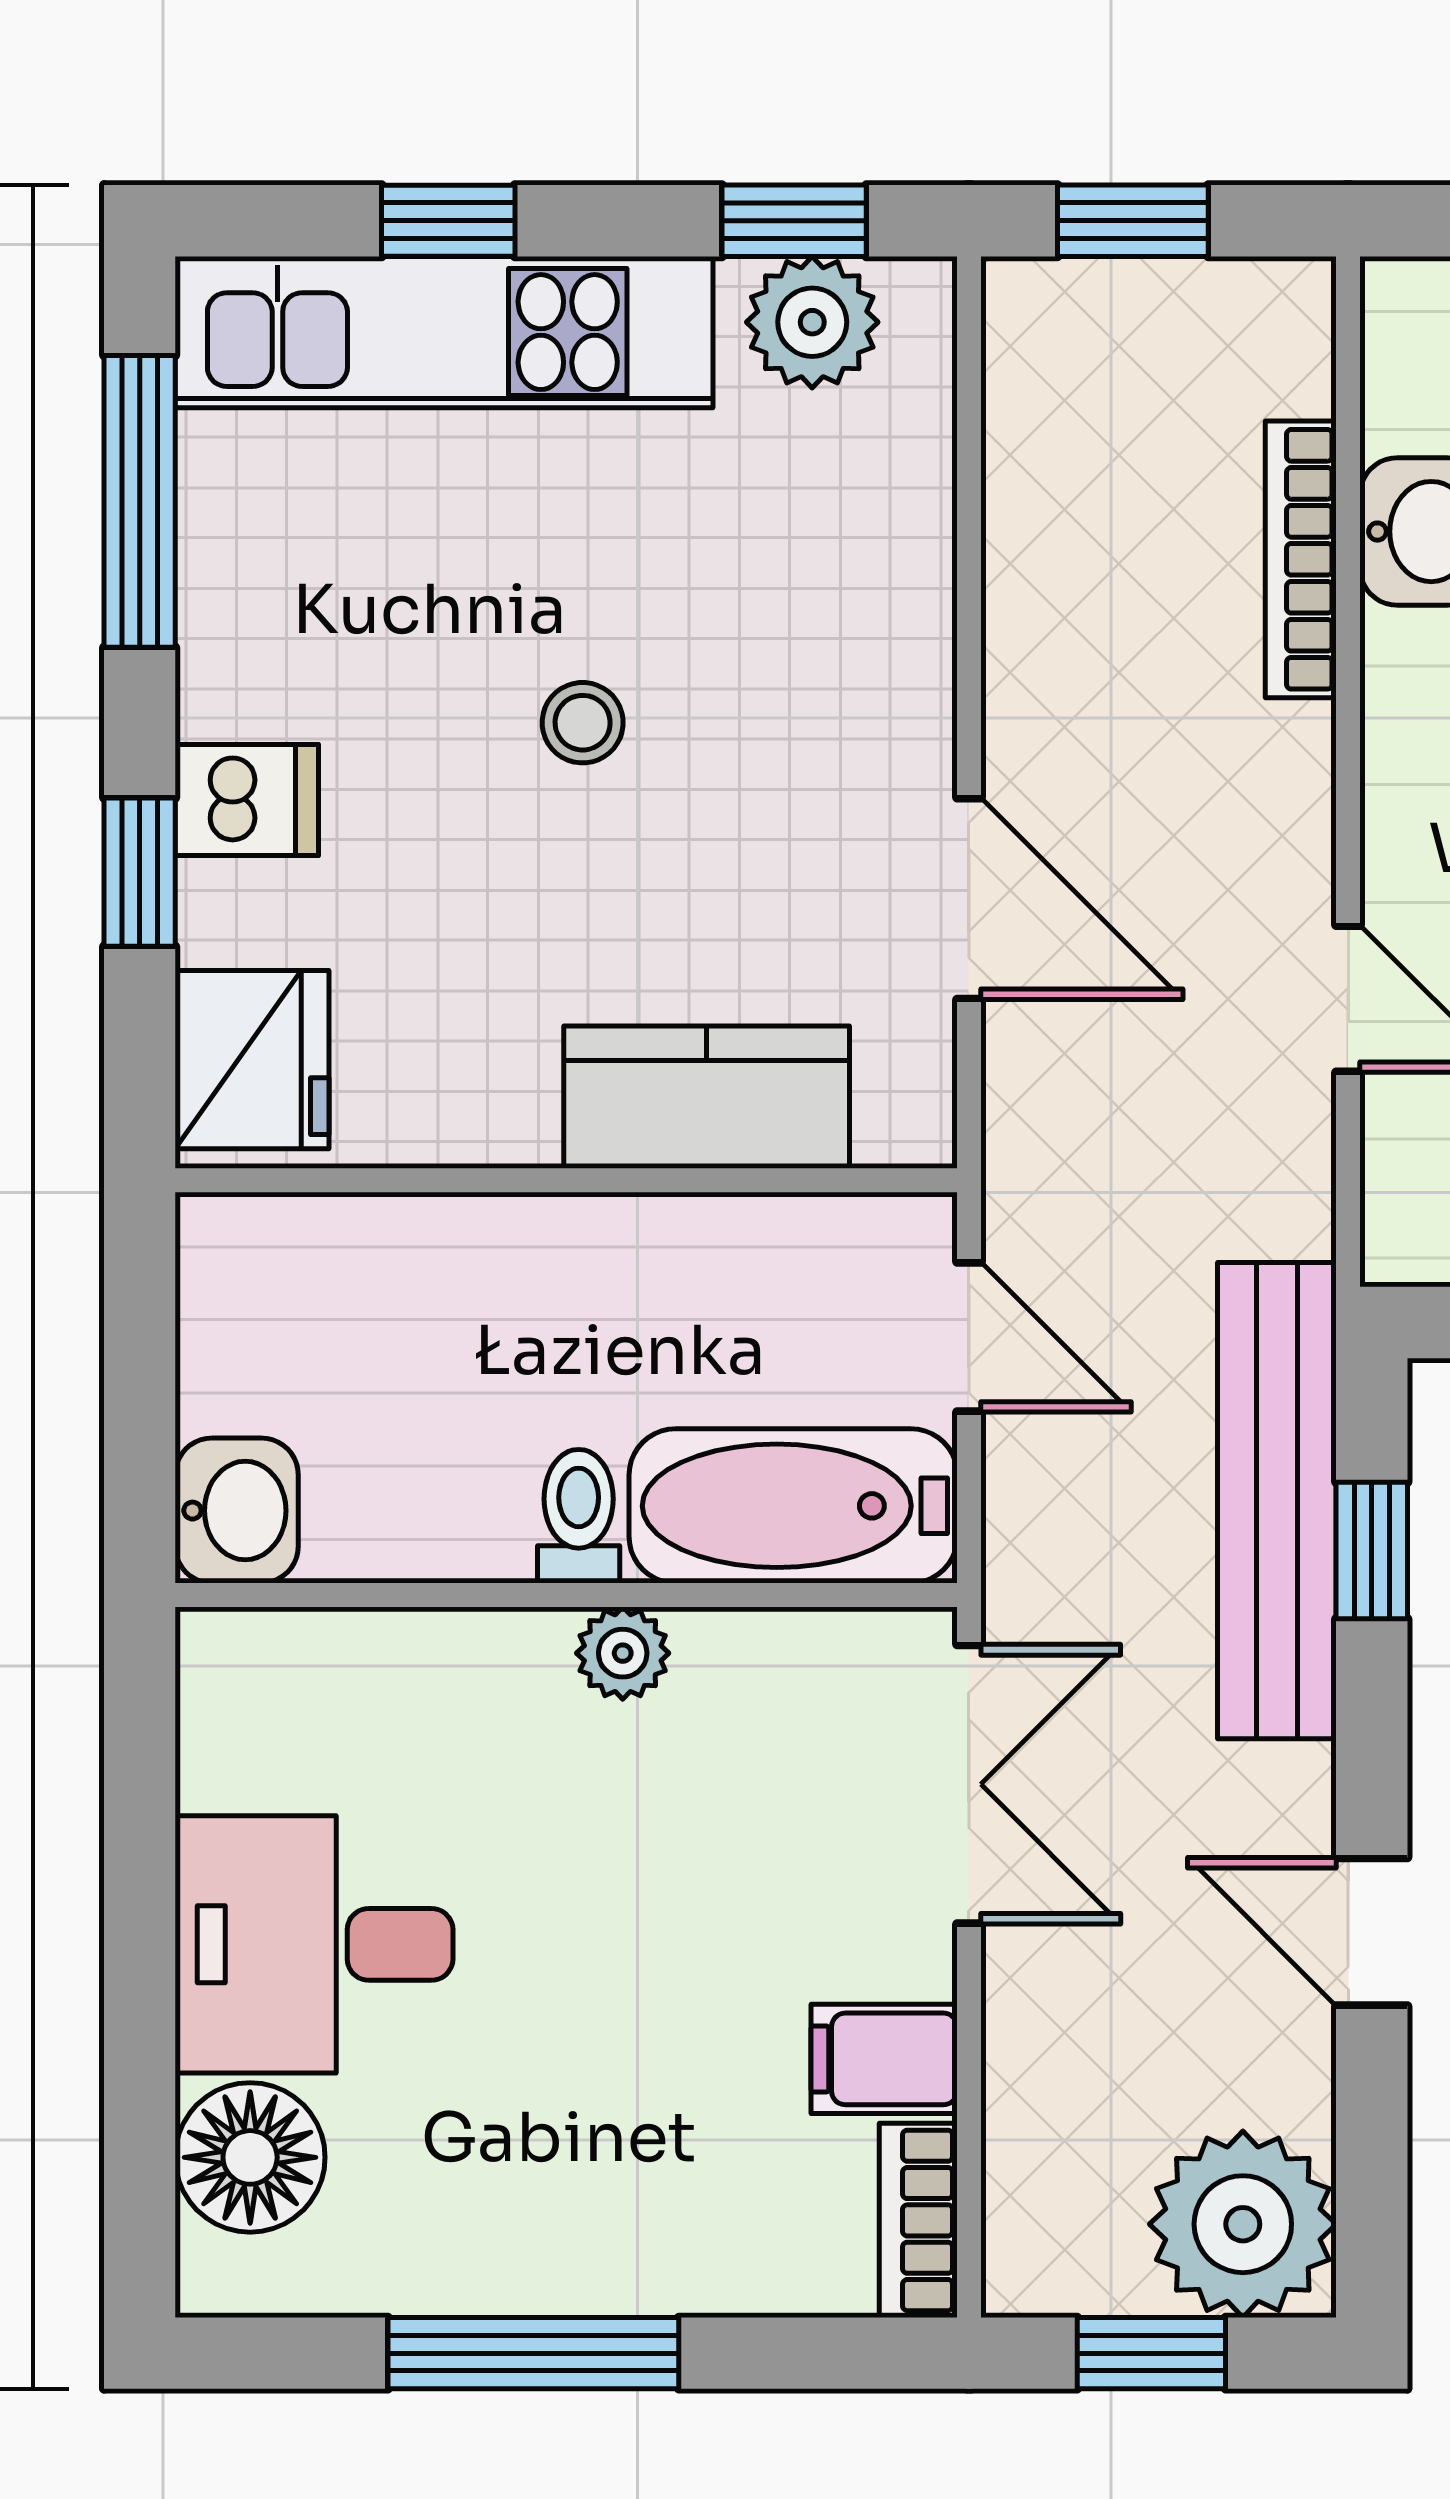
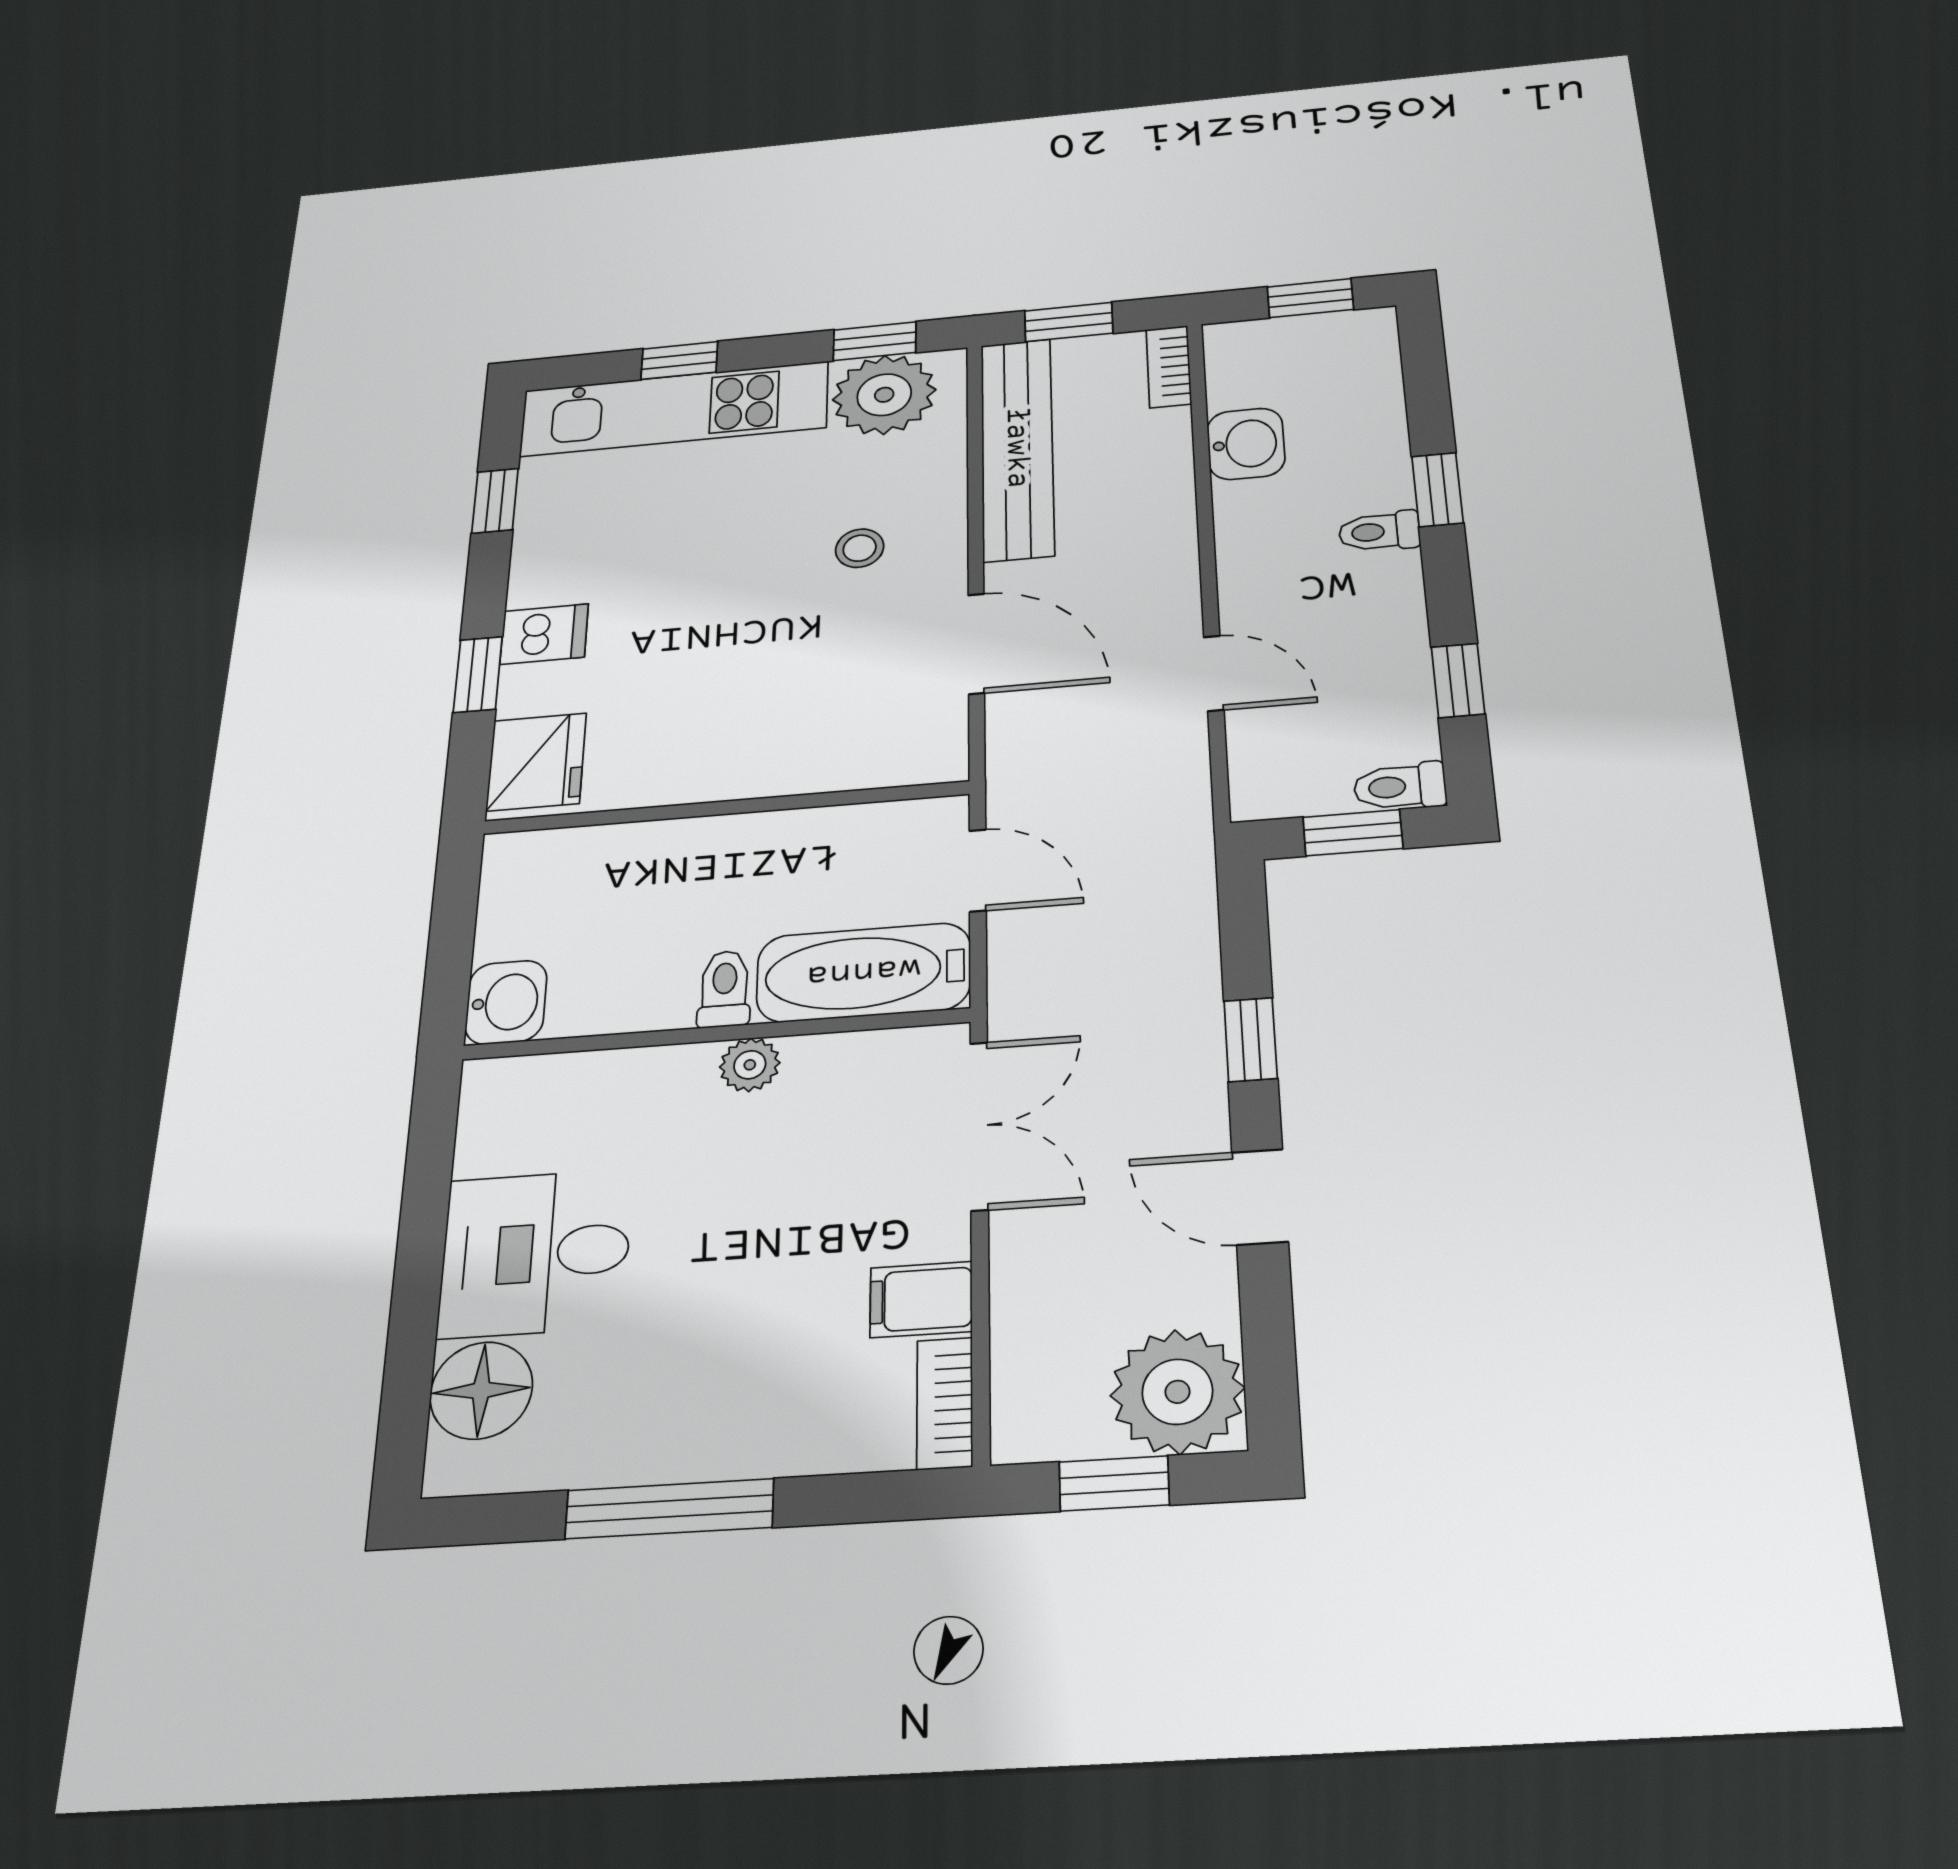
plant: (812, 322) -> (884, 395), width x1.36, depth x1.36
window: (140, 501) -> (495, 501), width x0.46
bookcase: (1301, 559) -> (1169, 367), moved, width x0.64
stool: (583, 723) -> (860, 548), moved
kitchen counter: (707, 1097) -> (813, 757), removed
bench: (1277, 1501) -> (1017, 448), moved
window: (1372, 1550) -> (1251, 1040), moved

